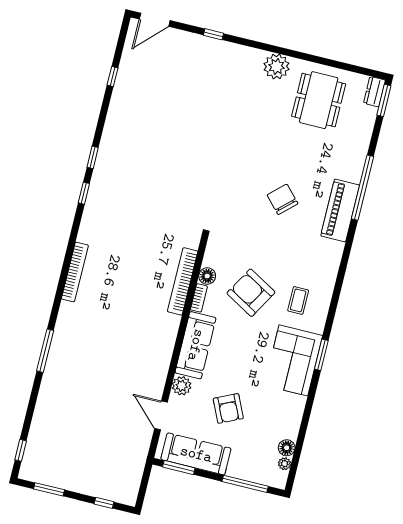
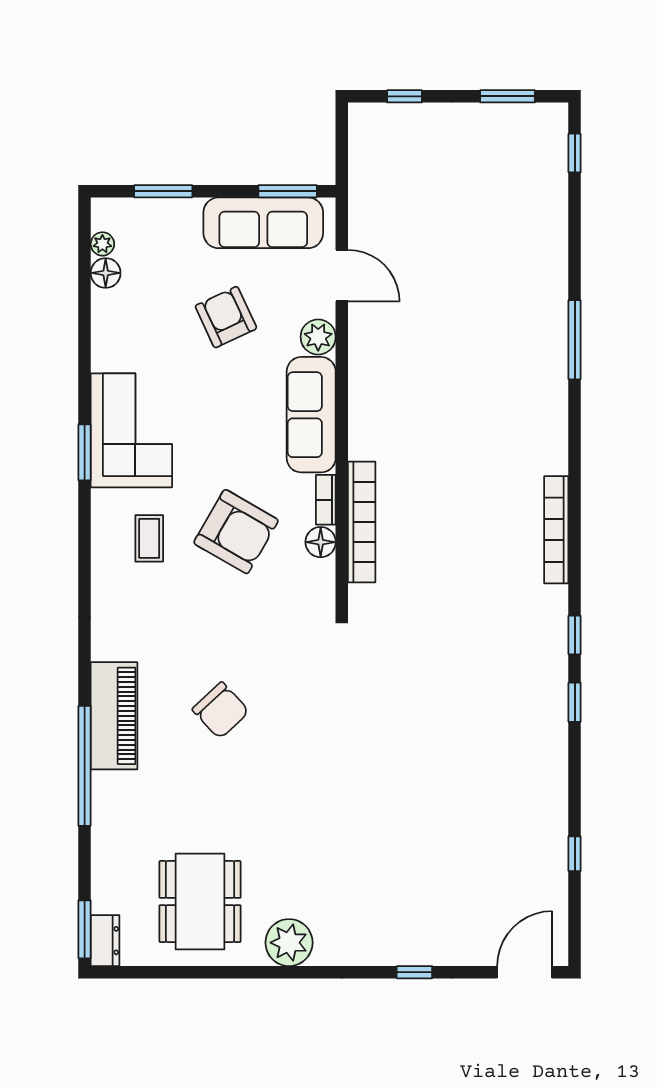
bookcase: (75, 272) -> (556, 530), moved
window: (245, 484) -> (163, 191), width x0.69

